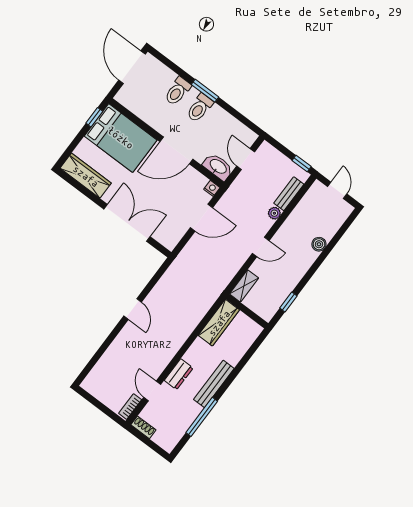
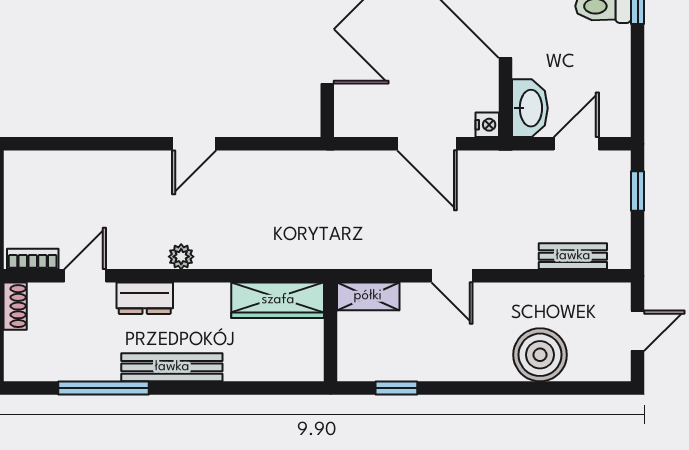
window: (302, 164) -> (638, 191), moved
plant: (274, 213) -> (181, 257), moved
boiler: (319, 244) -> (540, 355), width x1.86, depth x1.86

